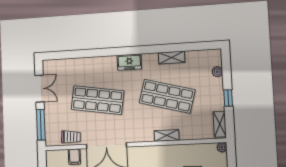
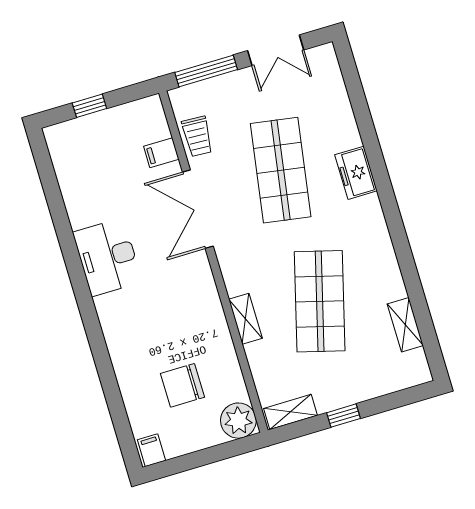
shelving: (172, 57) -> (405, 325), moved
freezer: (129, 62) -> (356, 173), moved
plant: (217, 72) -> (388, 384), removed
plant: (222, 147) -> (238, 421), width x1.87, depth x1.87

